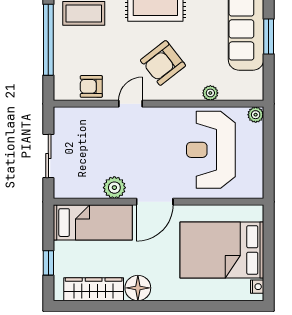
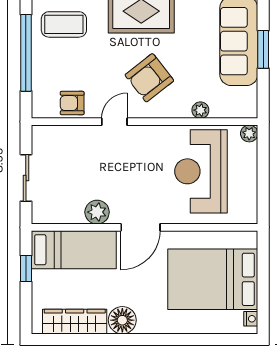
window: (48, 263) -> (26, 269), moved

